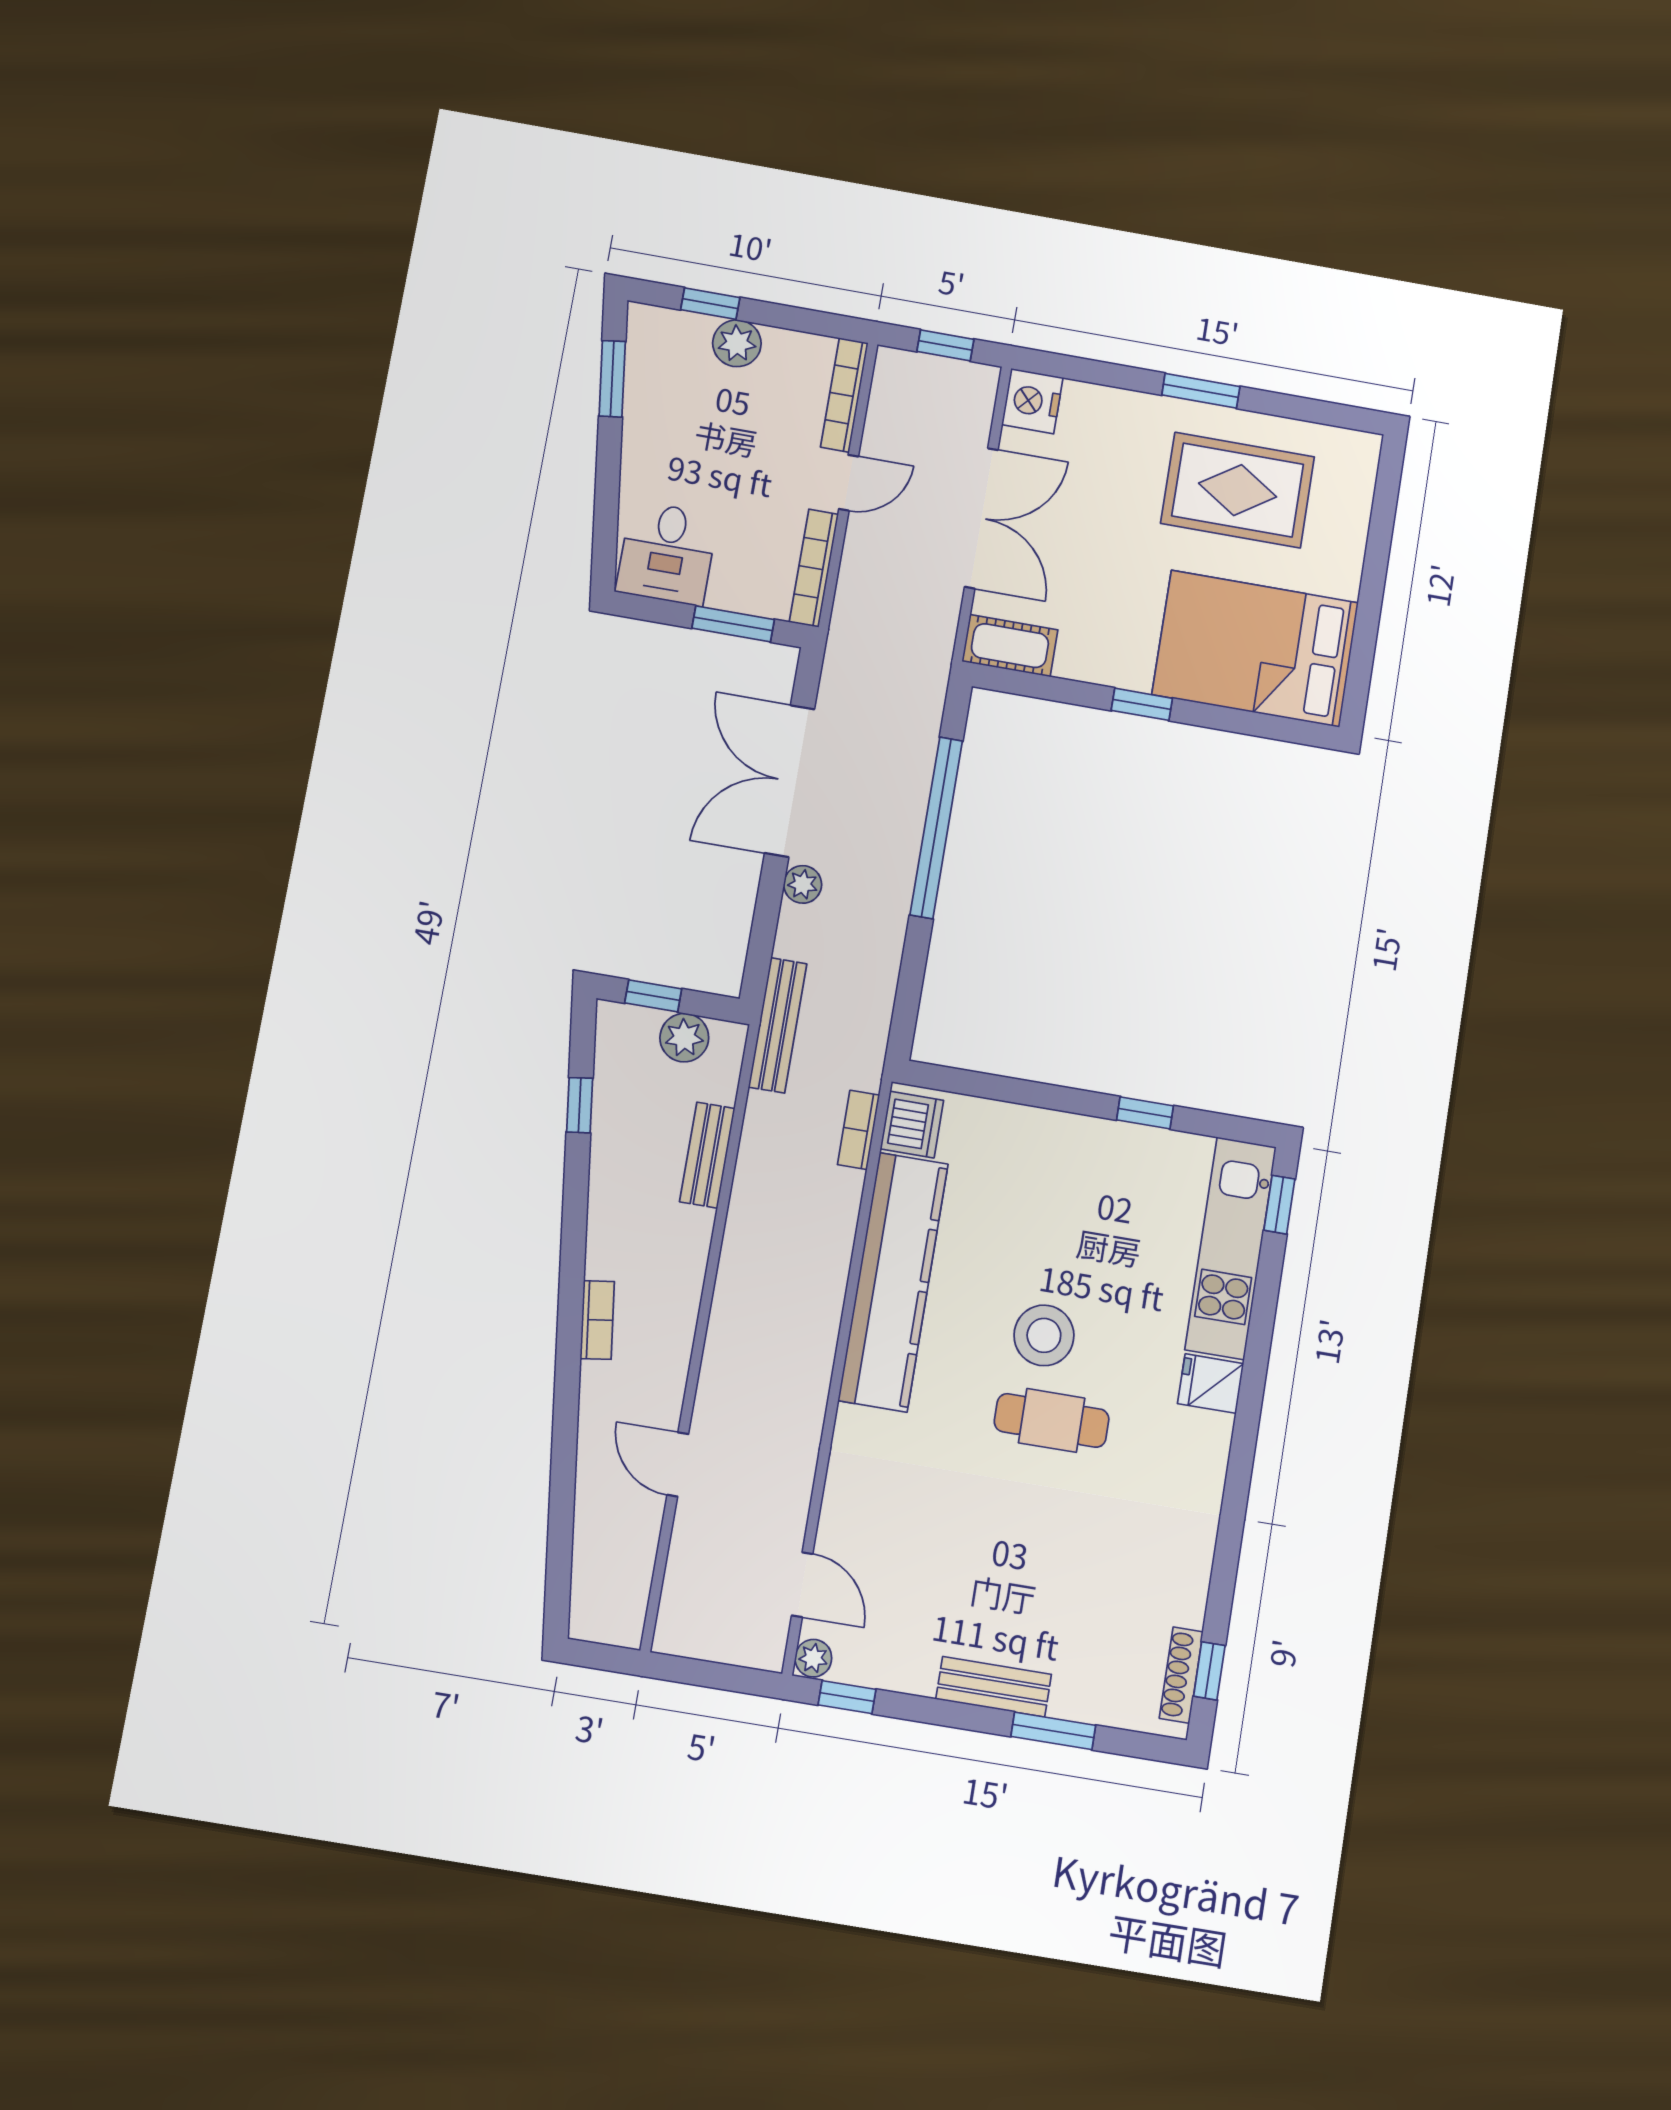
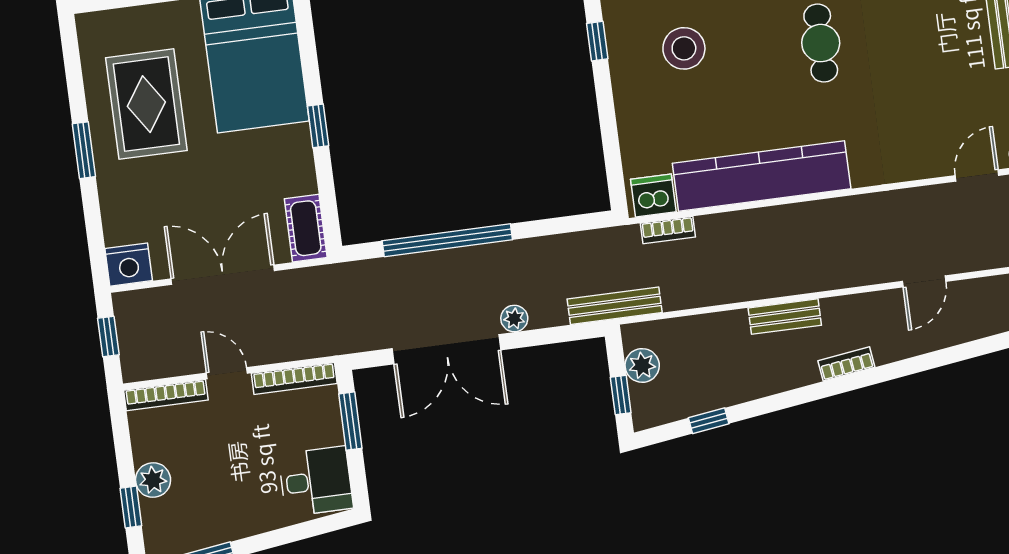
bench: (707, 1155) -> (785, 317), moved
stool: (1044, 1335) -> (684, 48), moved

